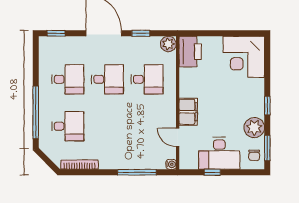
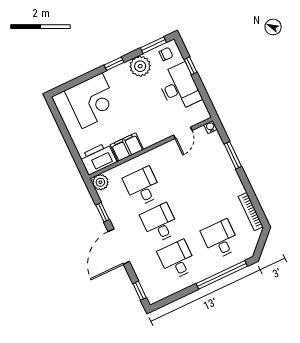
corner desk: (244, 57) -> (92, 101), moved
filing cabinet: (188, 112) -> (127, 147), moved
window: (137, 172) -> (233, 155), width x0.69
window: (212, 172) -> (191, 66), moved

